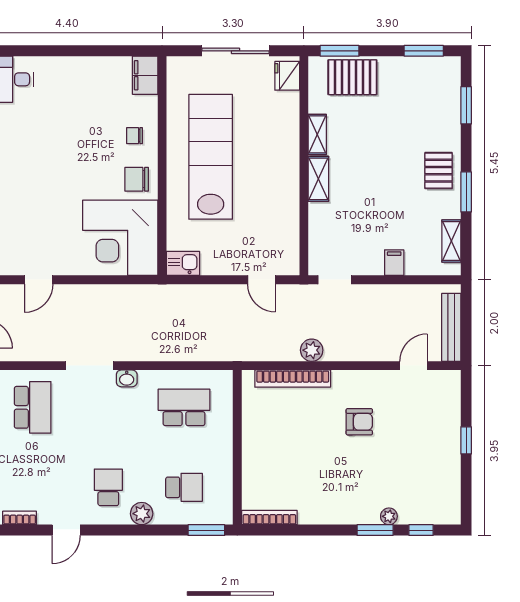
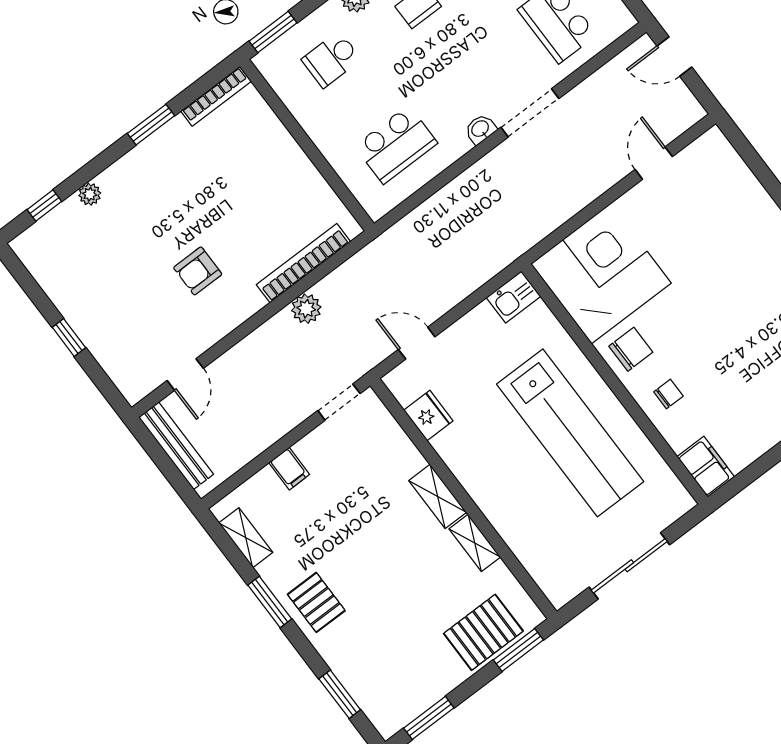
fridge: (287, 76) -> (428, 415), moved
window: (375, 530) -> (151, 125), moved

